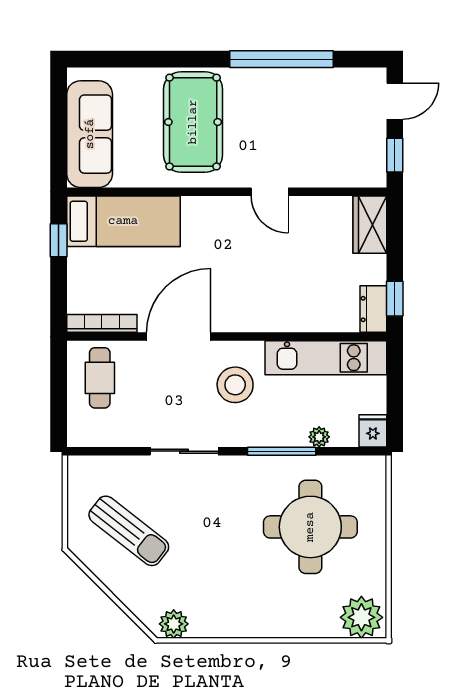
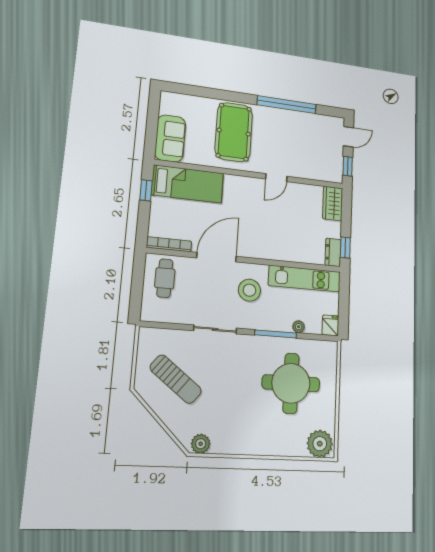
sofa: (90, 134) -> (170, 138), width x0.73
door: (270, 192) -> (276, 178), hinge flipped

